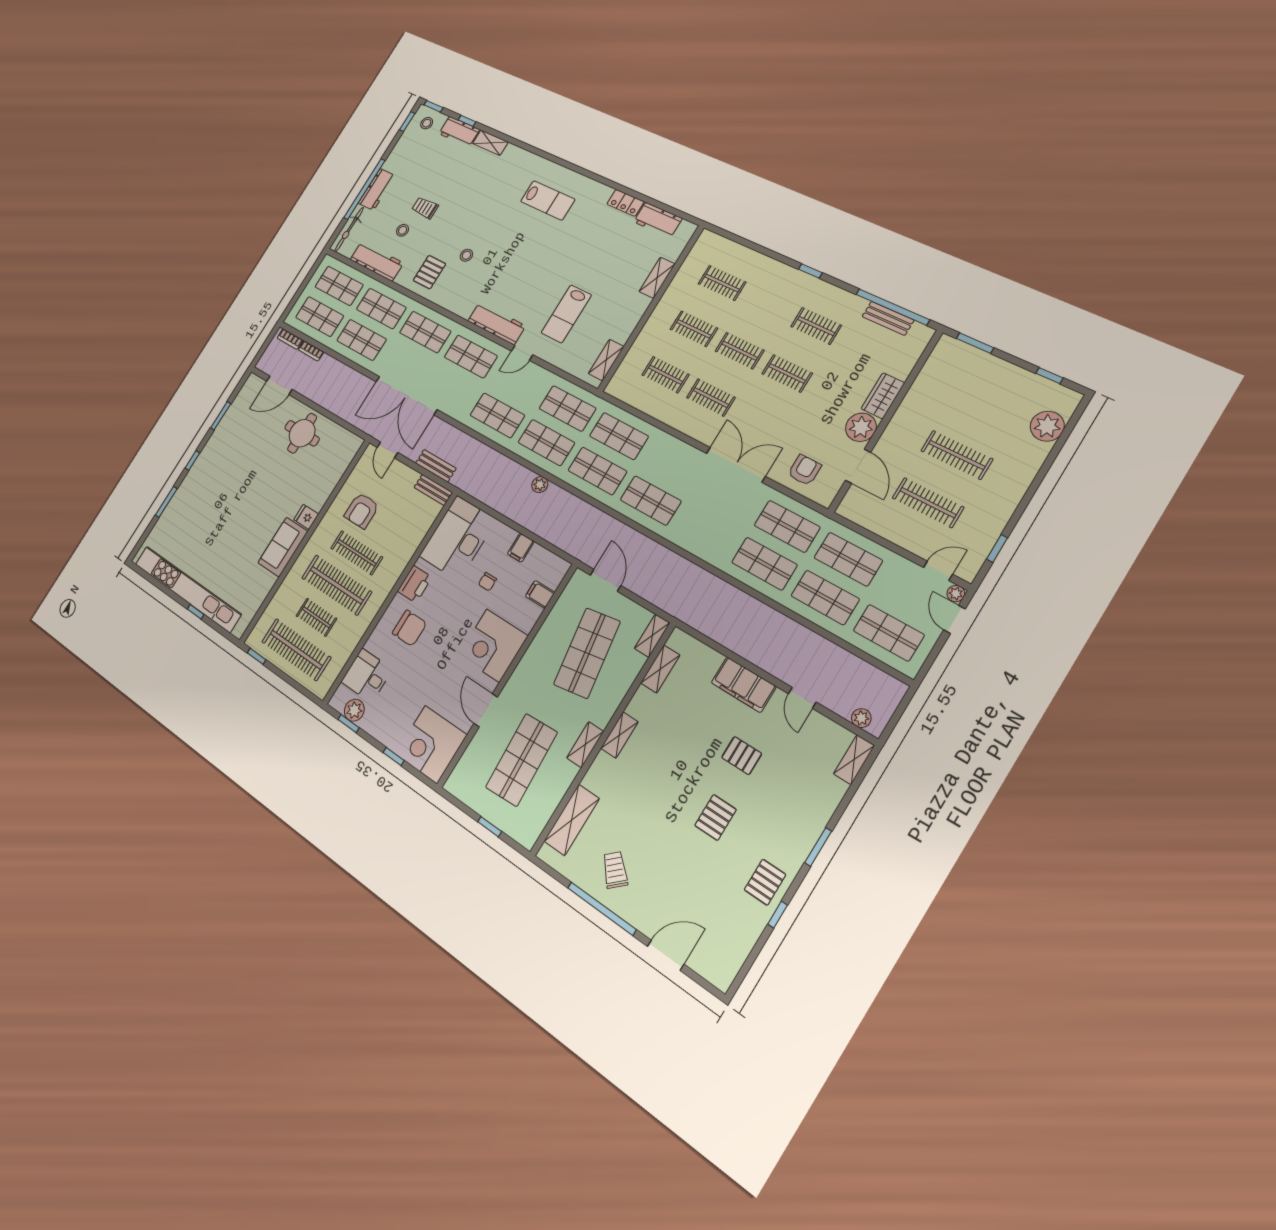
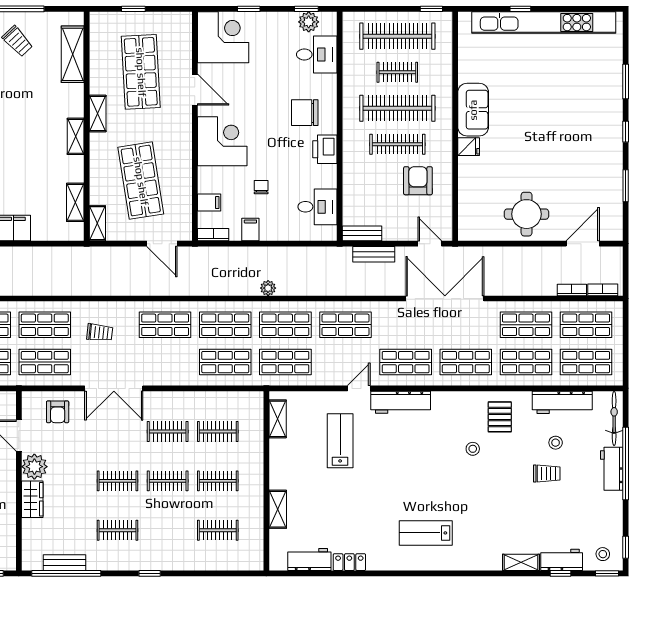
trolley: (716, 527) -> (100, 333), added
desk: (458, 538) -> (317, 207), width x0.53, depth x0.77
bookcase: (555, 562) -> (213, 235), added

